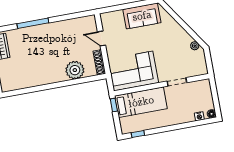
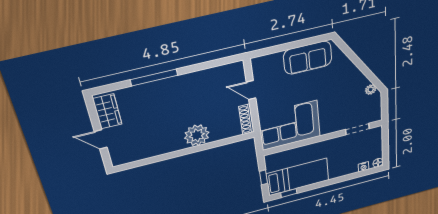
plant: (75, 70) -> (197, 135), moved
doorway: (177, 82) -> (357, 129), moved
bed: (141, 102) -> (298, 177), moved
window: (114, 105) -> (263, 177), moved

